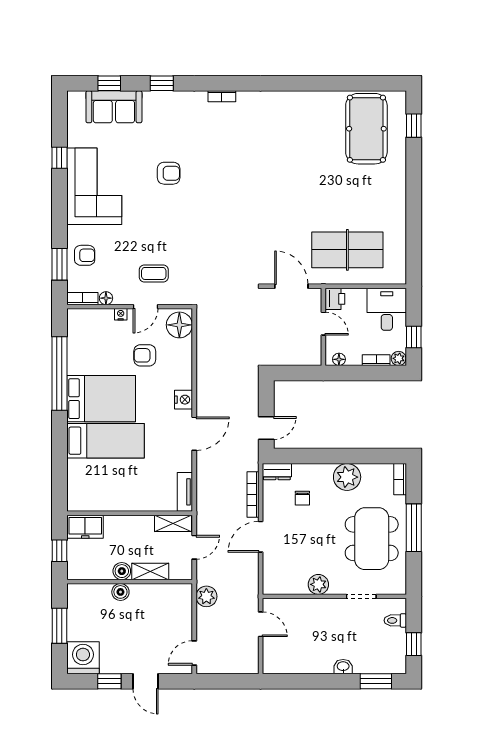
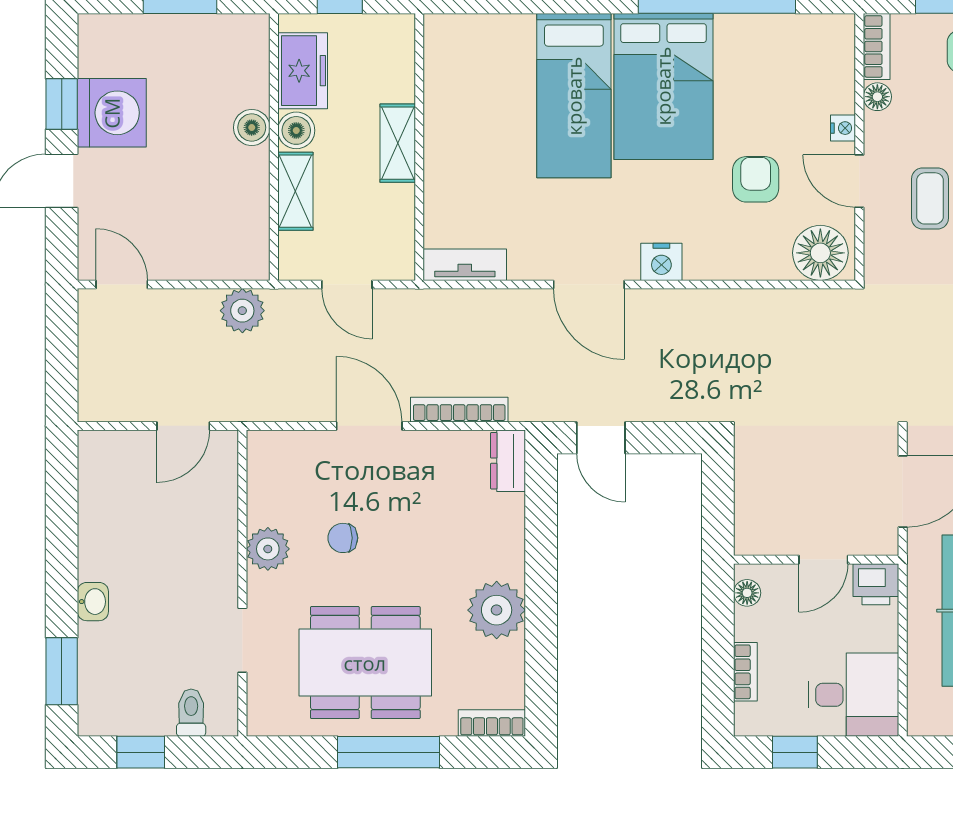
plant: (399, 358) -> (749, 720), removed
chair: (302, 498) -> (343, 538), moved
shelving: (173, 523) -> (398, 143), moved
freezer: (85, 527) -> (303, 71), moved, turned 180
washing machine: (83, 658) -> (112, 113), moved

